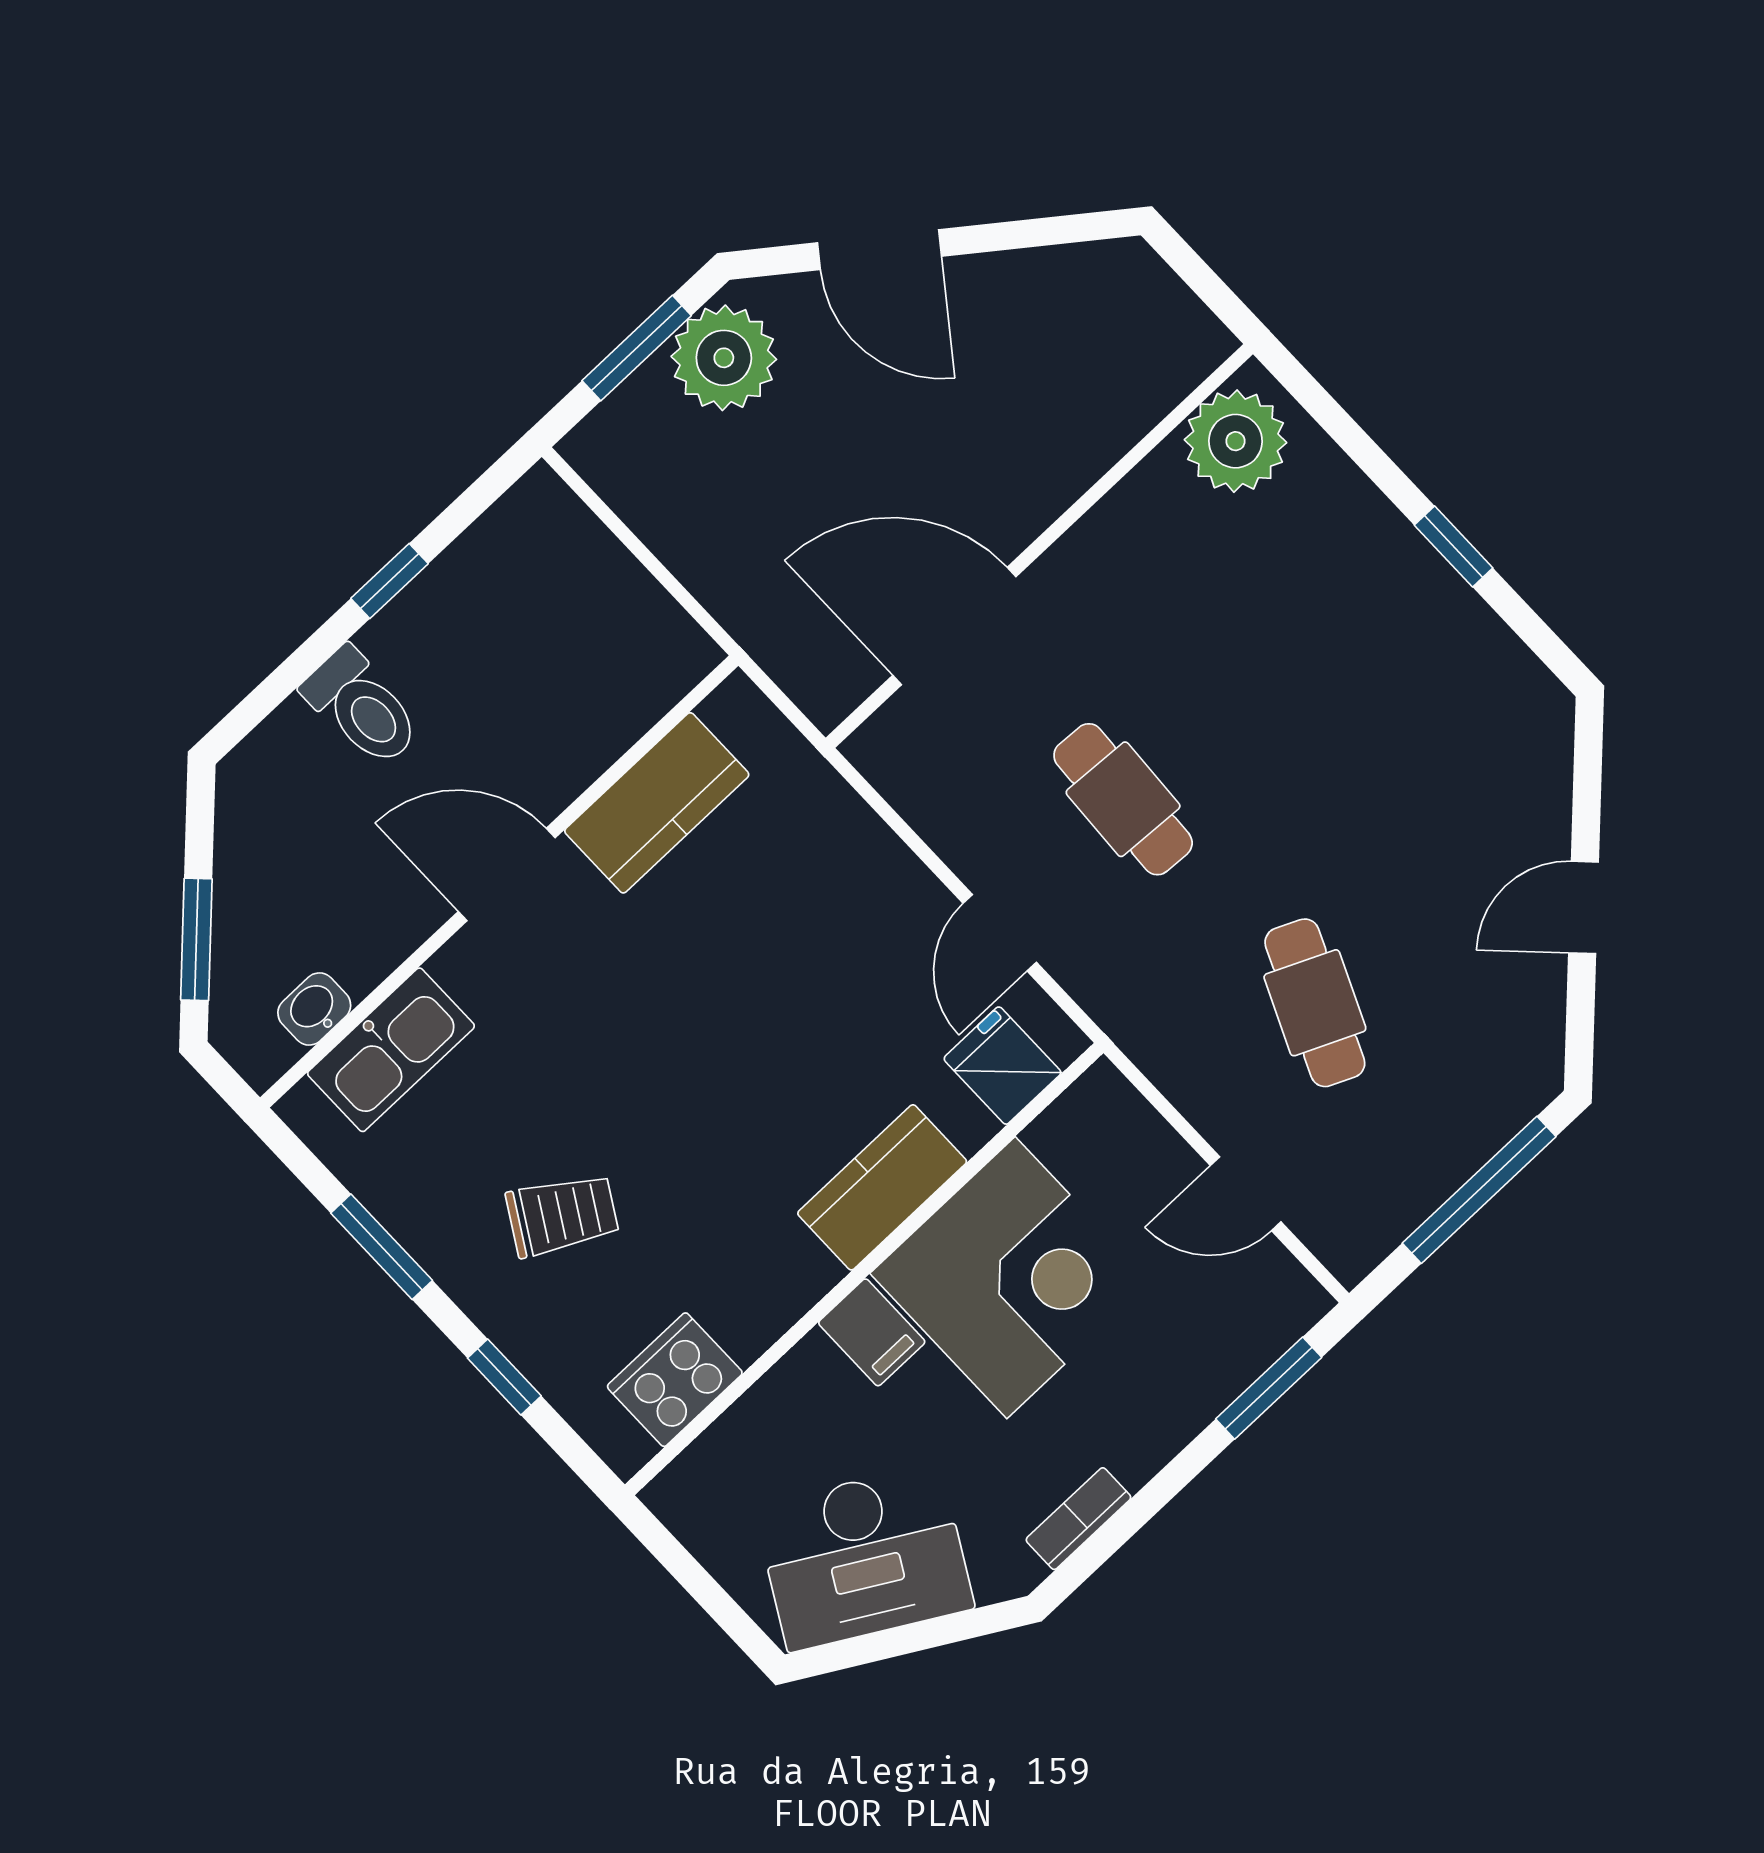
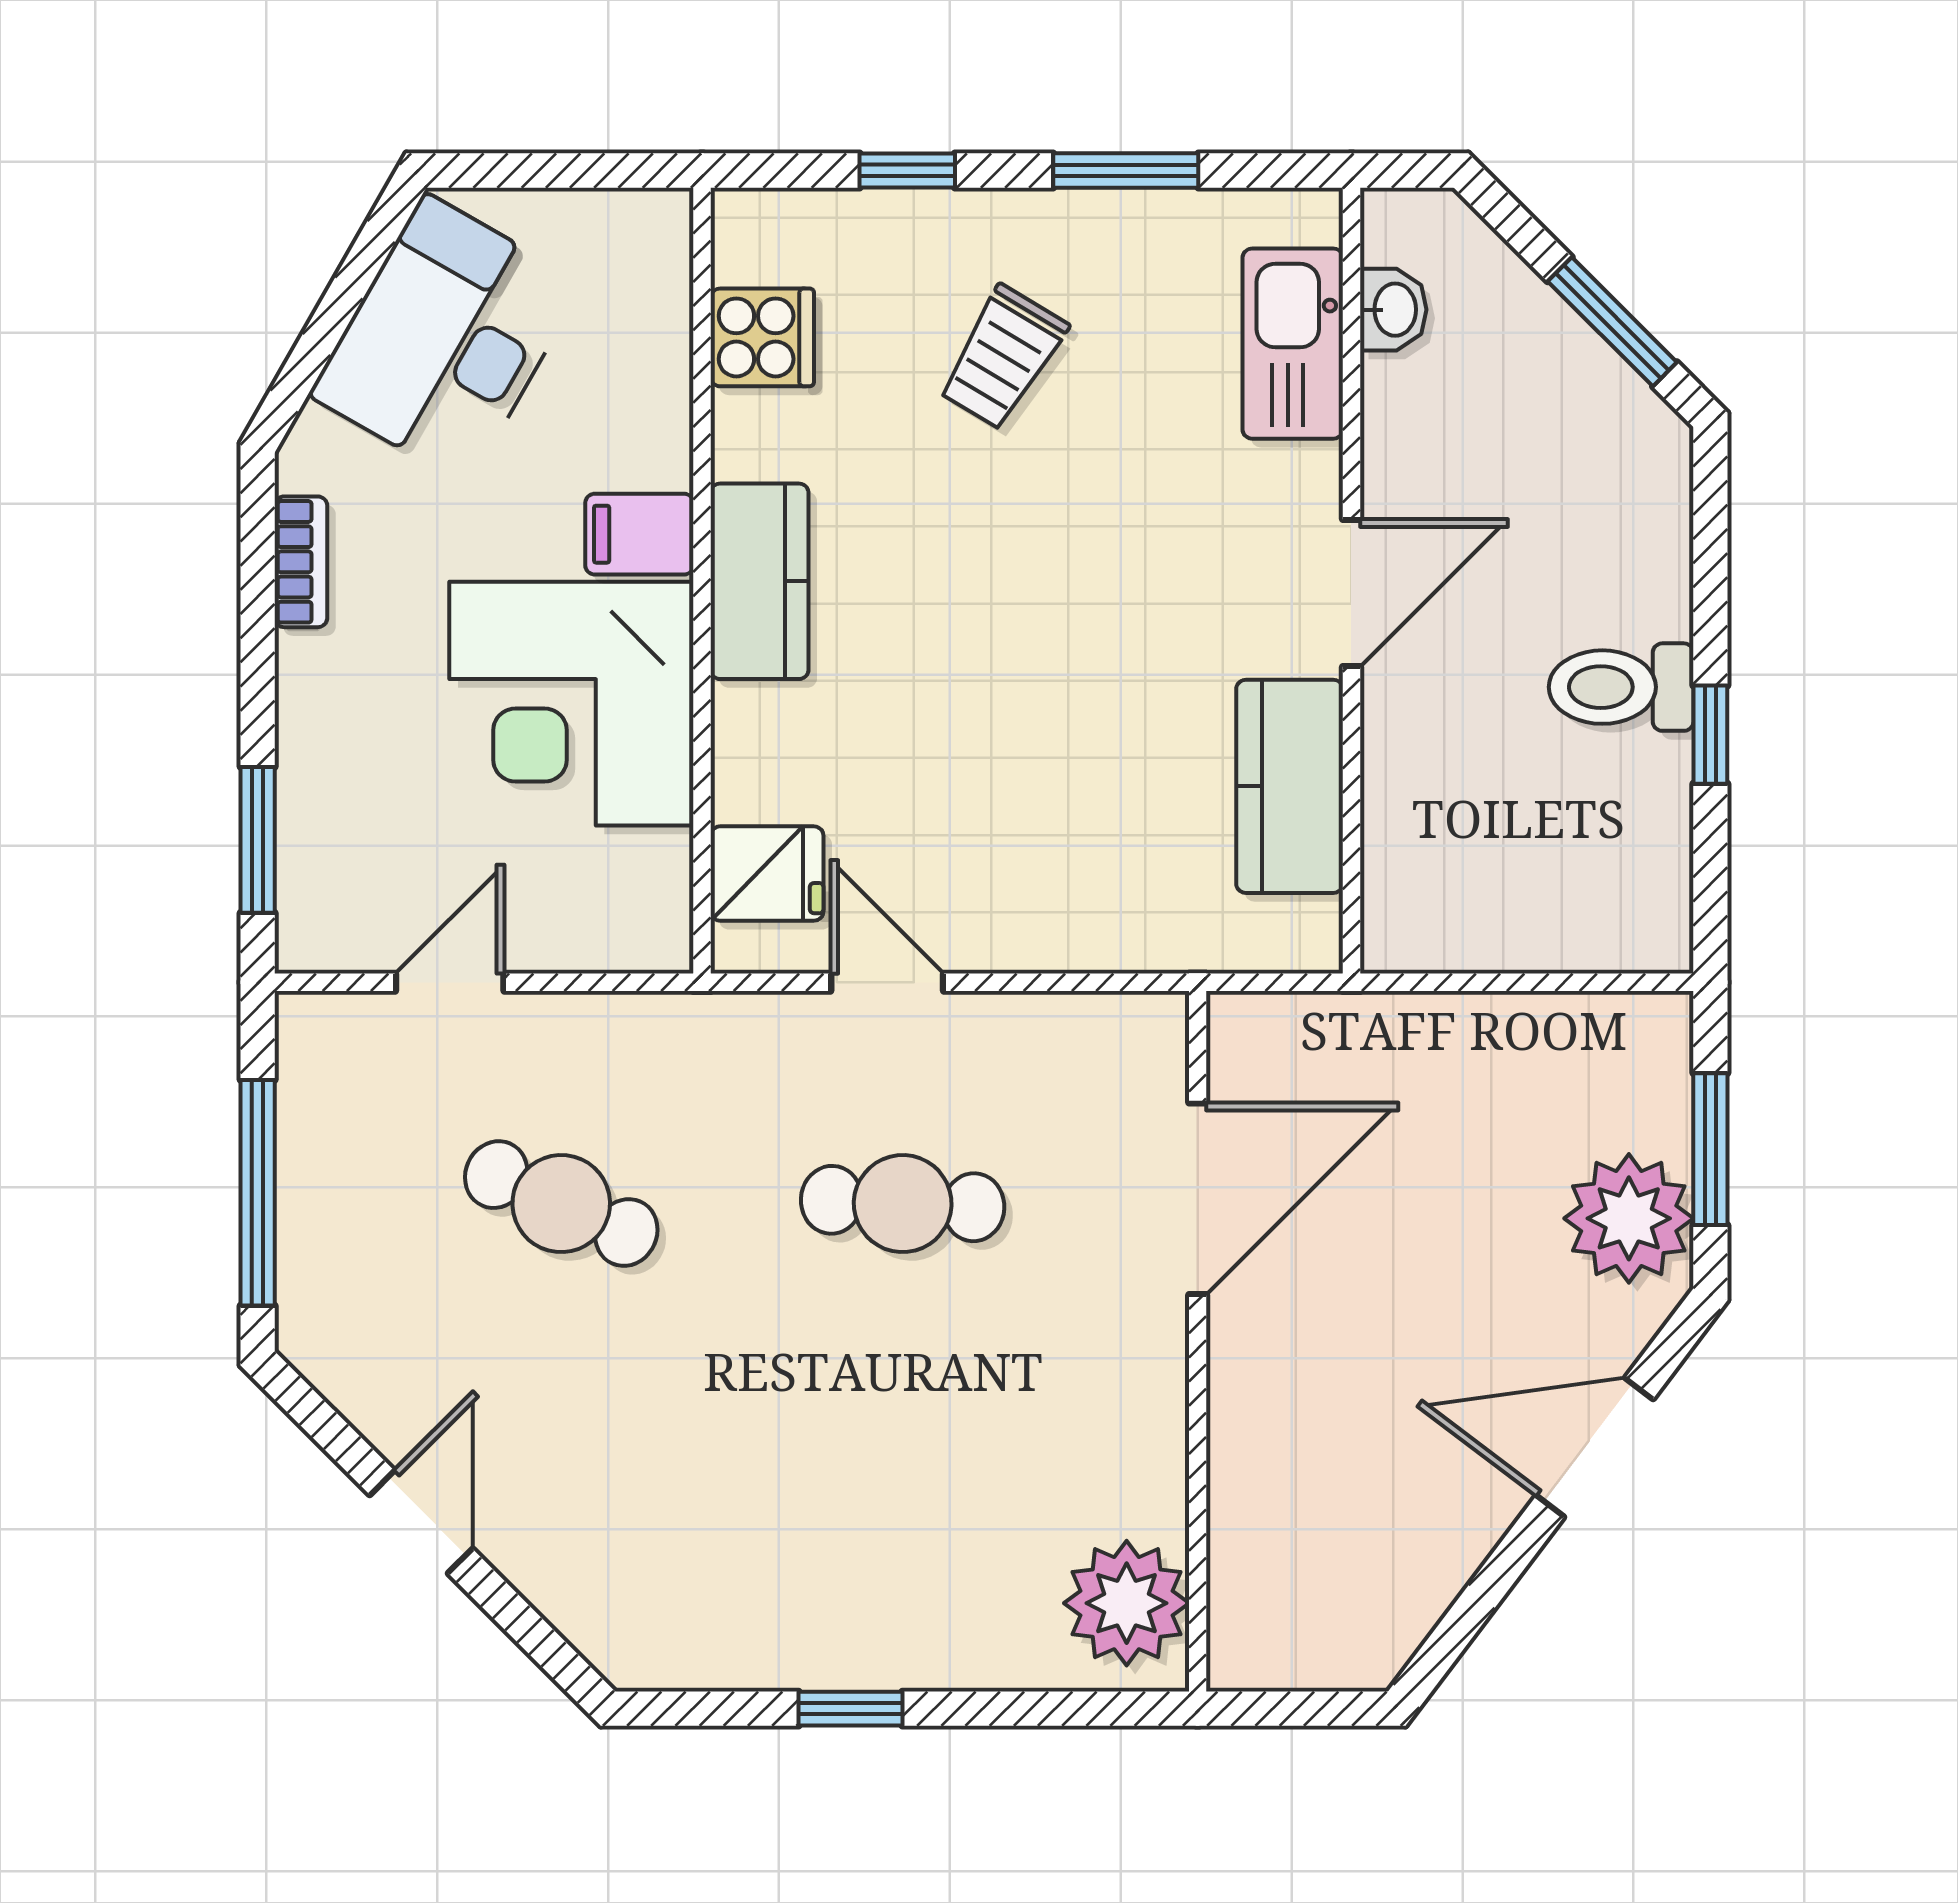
toilet: (362, 707) -> (1621, 687), moved
window: (196, 939) -> (1612, 322), moved
kitchen counter: (882, 1187) -> (760, 581), moved
cooker: (675, 1380) -> (762, 337), width x0.73

